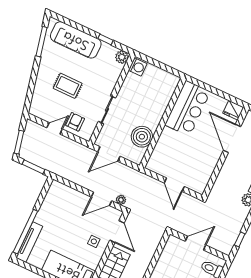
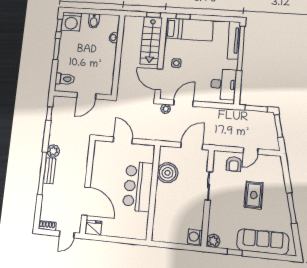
window: (41, 42) -> (292, 208), moved
rug: (68, 86) -> (254, 195), turned 90
bar counter: (188, 108) -> (138, 186), moved
desk: (56, 202) -> (223, 84), added

